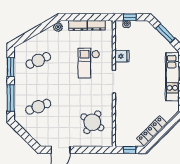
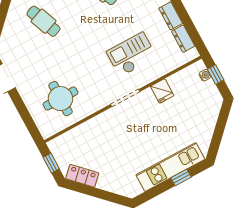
window: (165, 33) -> (219, 129), removed
round table: (92, 122) -> (61, 99), turned -33
locker: (152, 131) -> (82, 176), width x0.66

